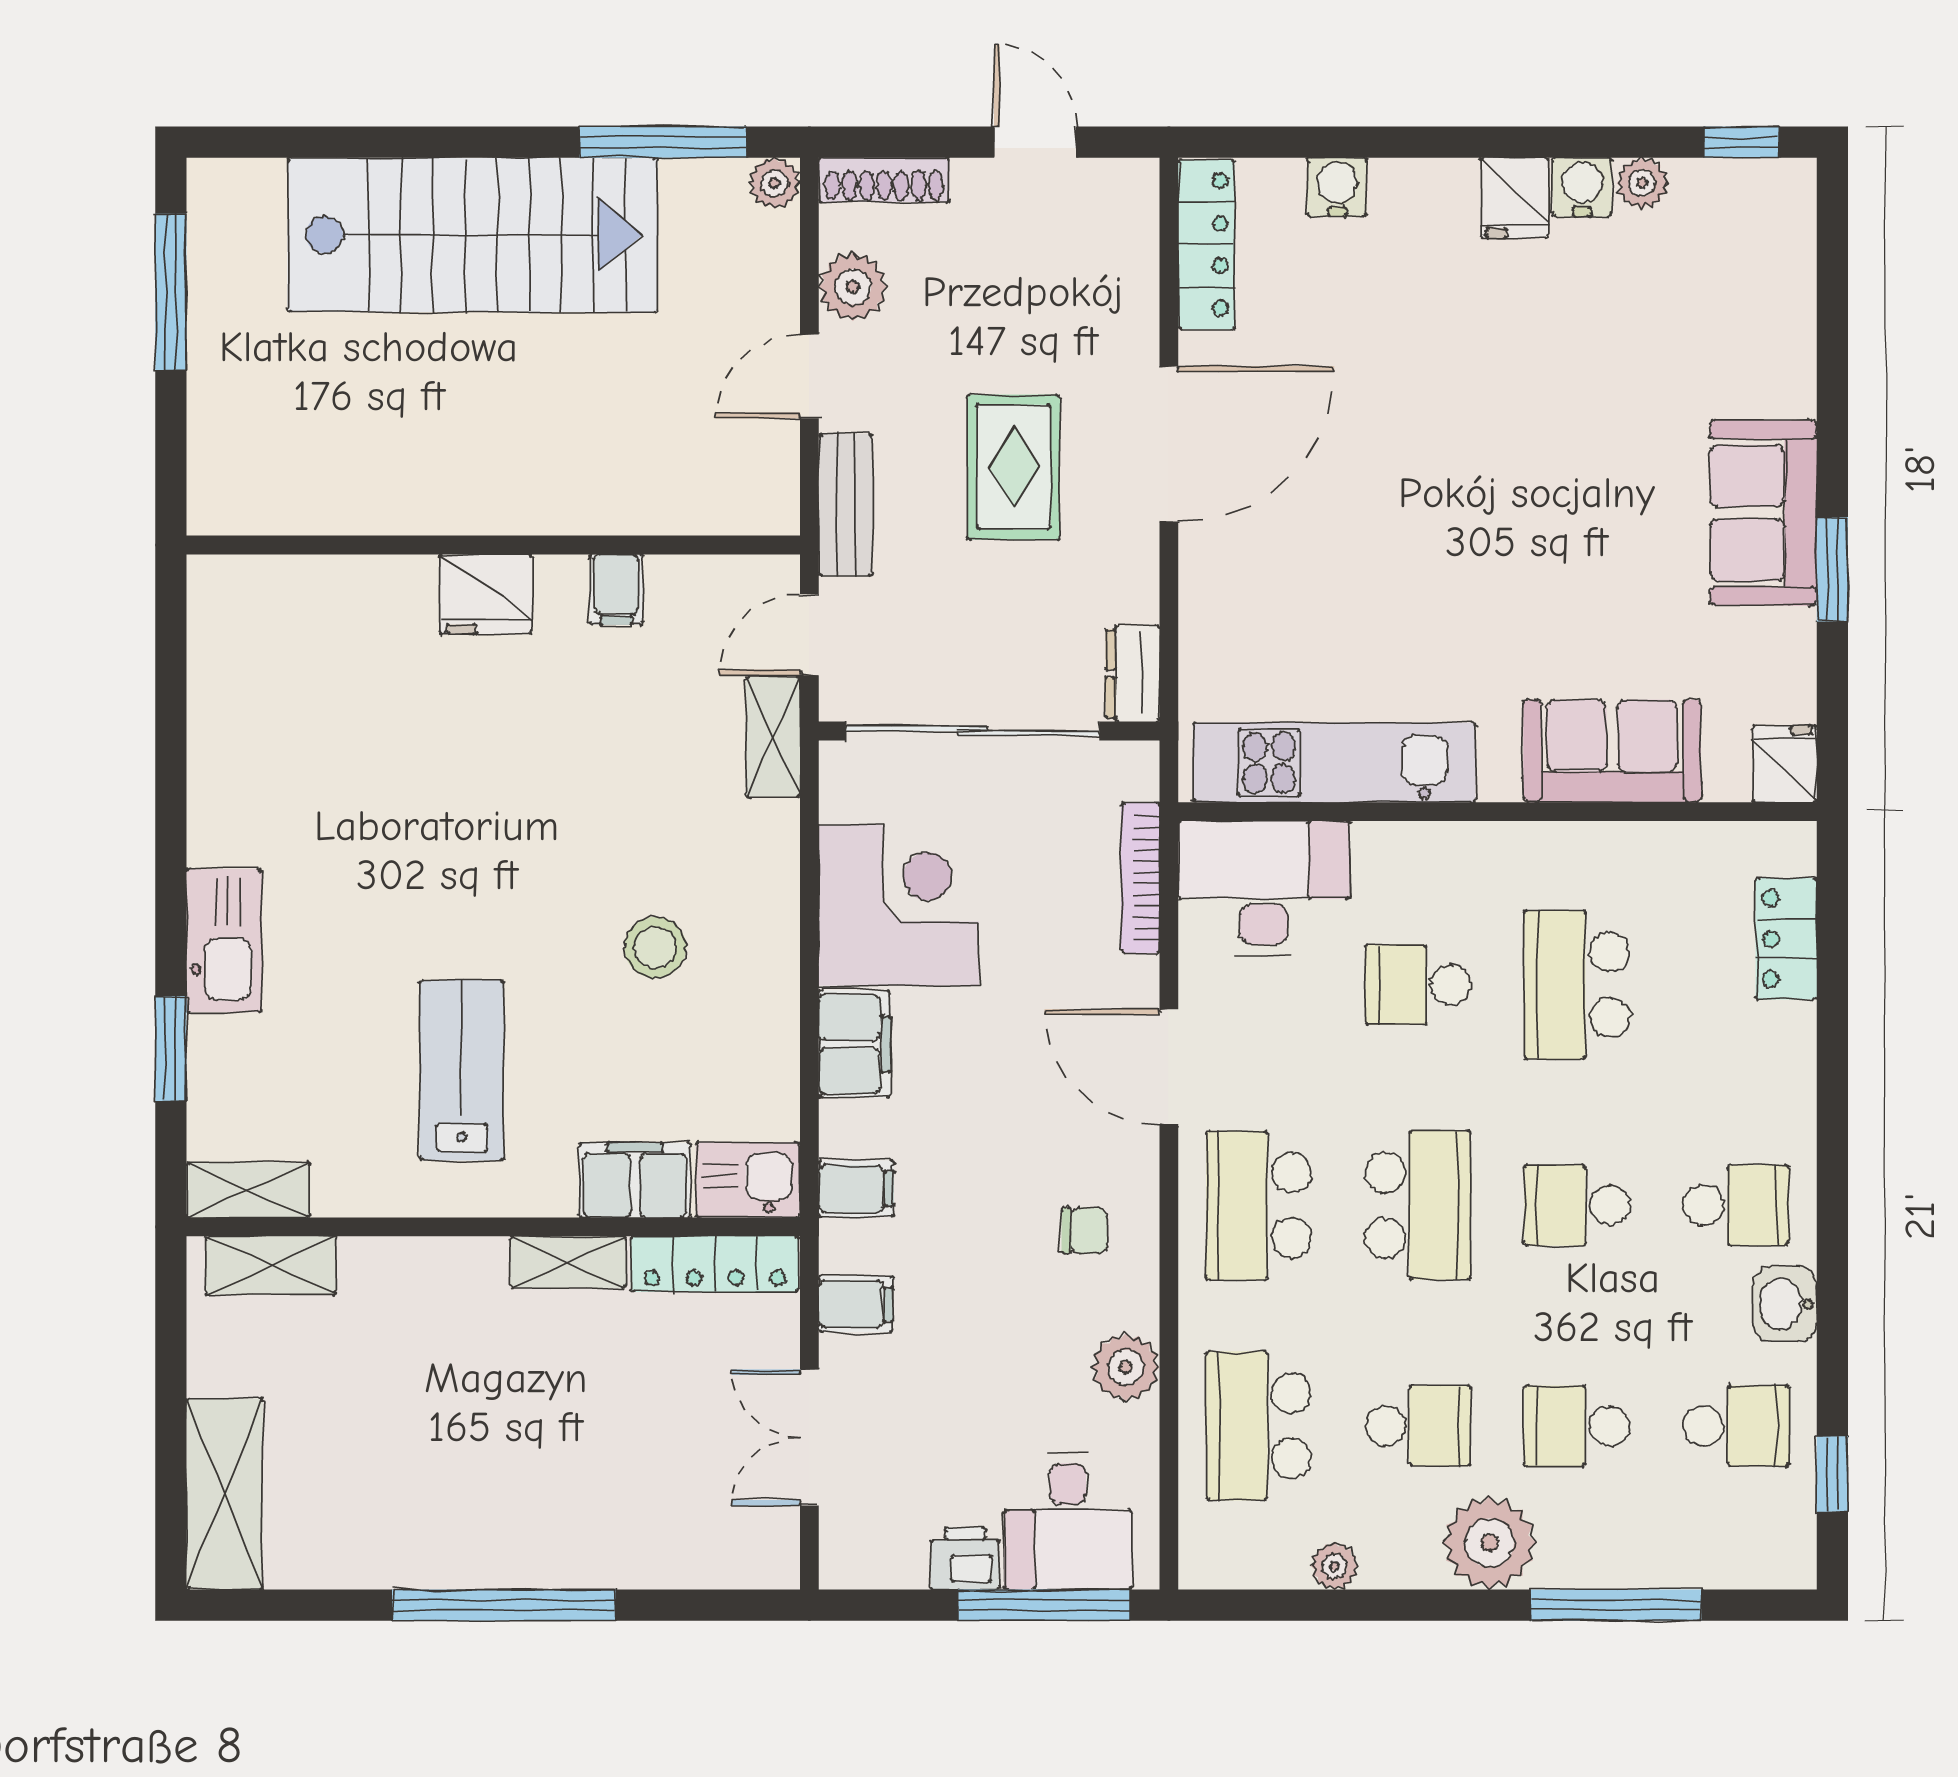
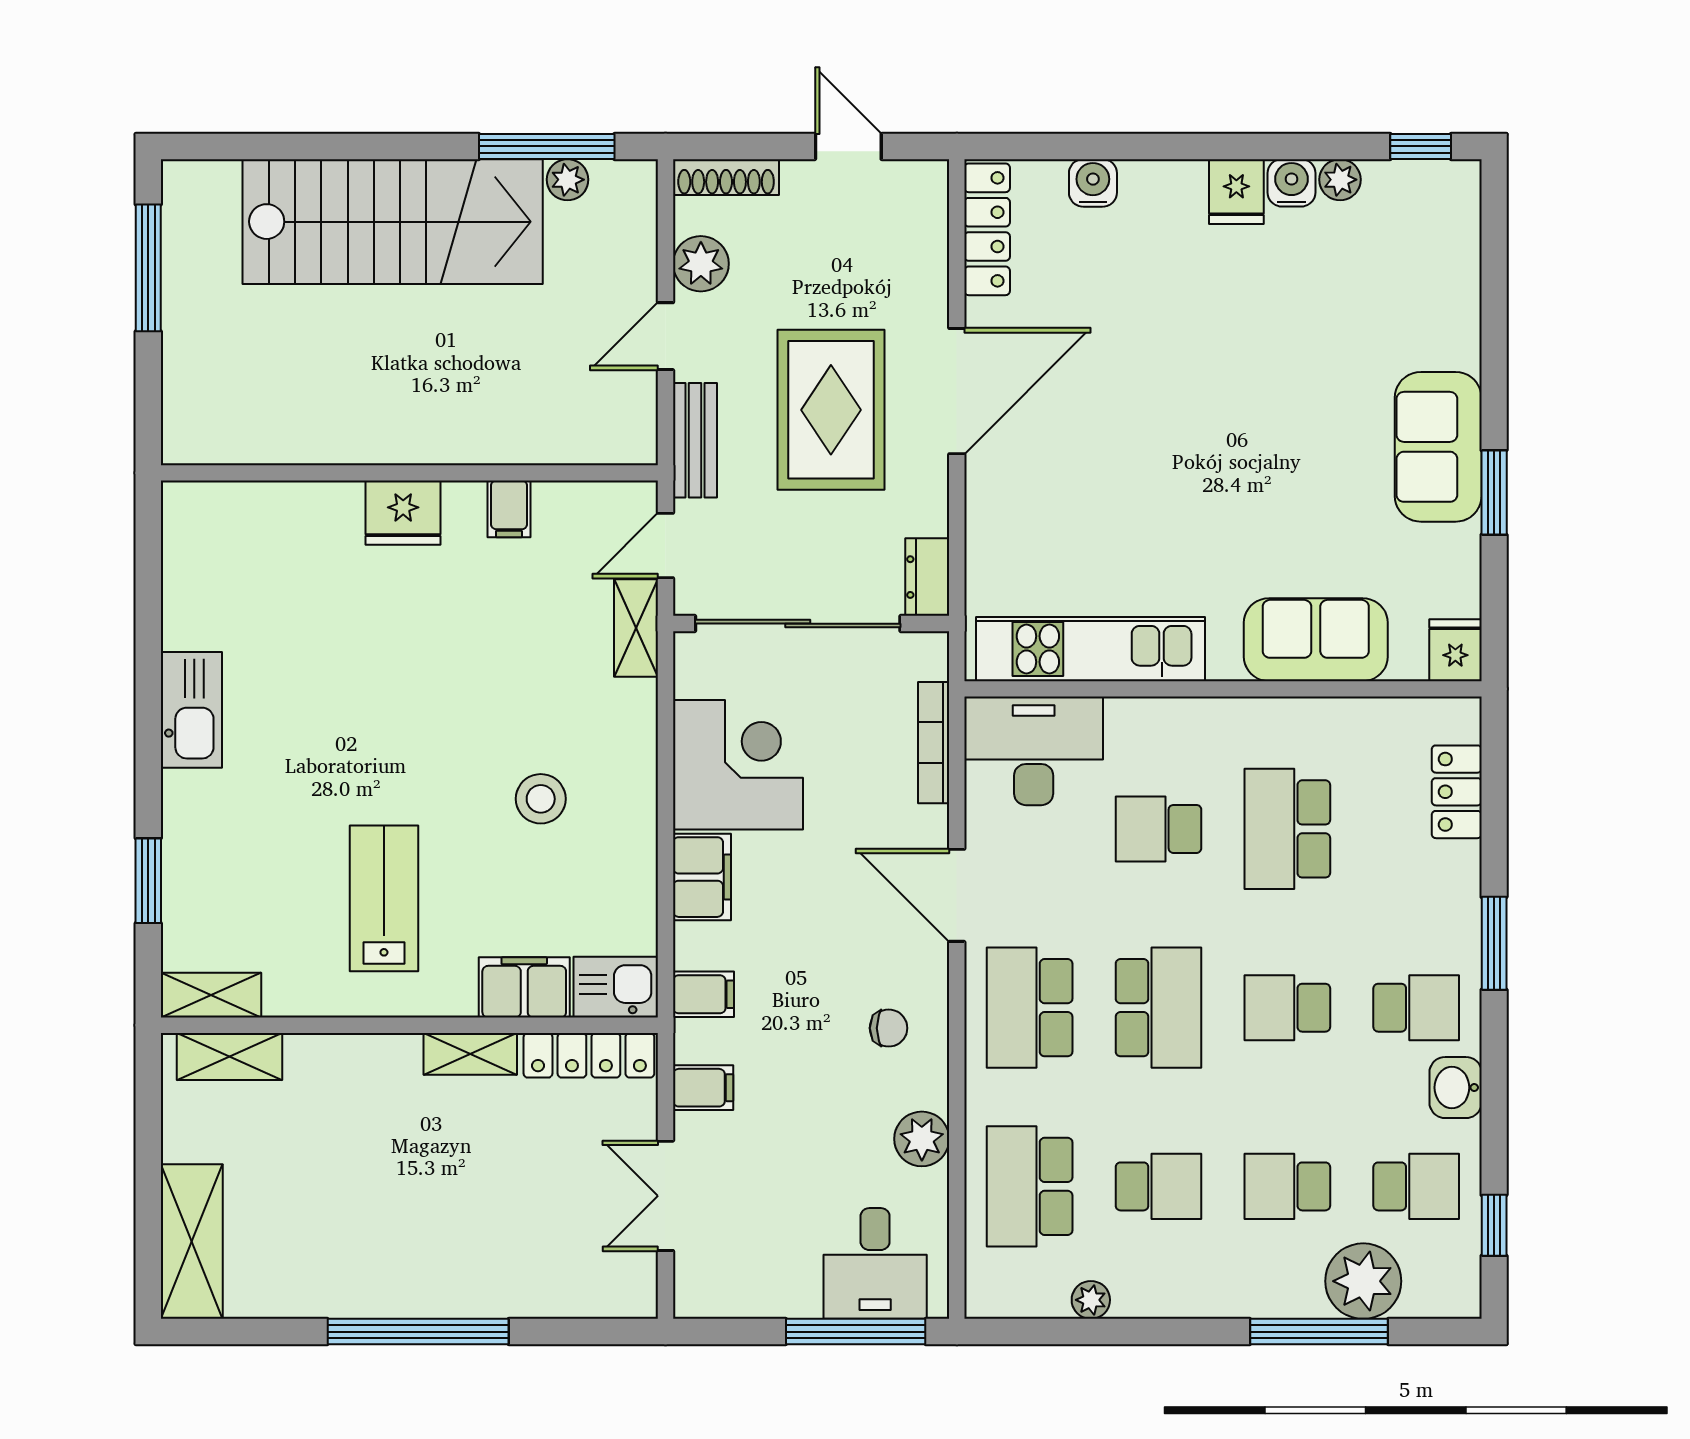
plant: (774, 183) -> (567, 180), moved
rug: (1014, 467) -> (831, 410), width x1.36, depth x1.43
kitchen sink: (224, 941) -> (191, 710), moved
window: (1832, 1126) -> (1494, 943), added
plant: (1489, 1543) -> (1363, 1281), moved
printer: (965, 1559) -> (792, 1294), removed

